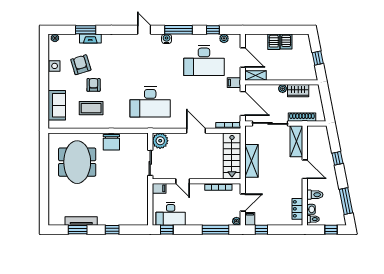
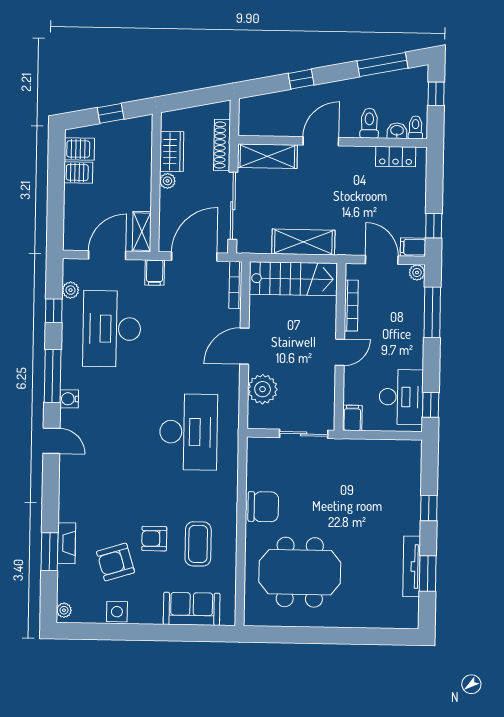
door: (144, 30) -> (51, 441), swing flipped
server rack: (274, 42) -> (79, 149), moved
desk: (204, 61) -> (112, 329), turned 180
plant: (160, 141) -> (263, 389), moved
door: (183, 181) -> (340, 352), moved

